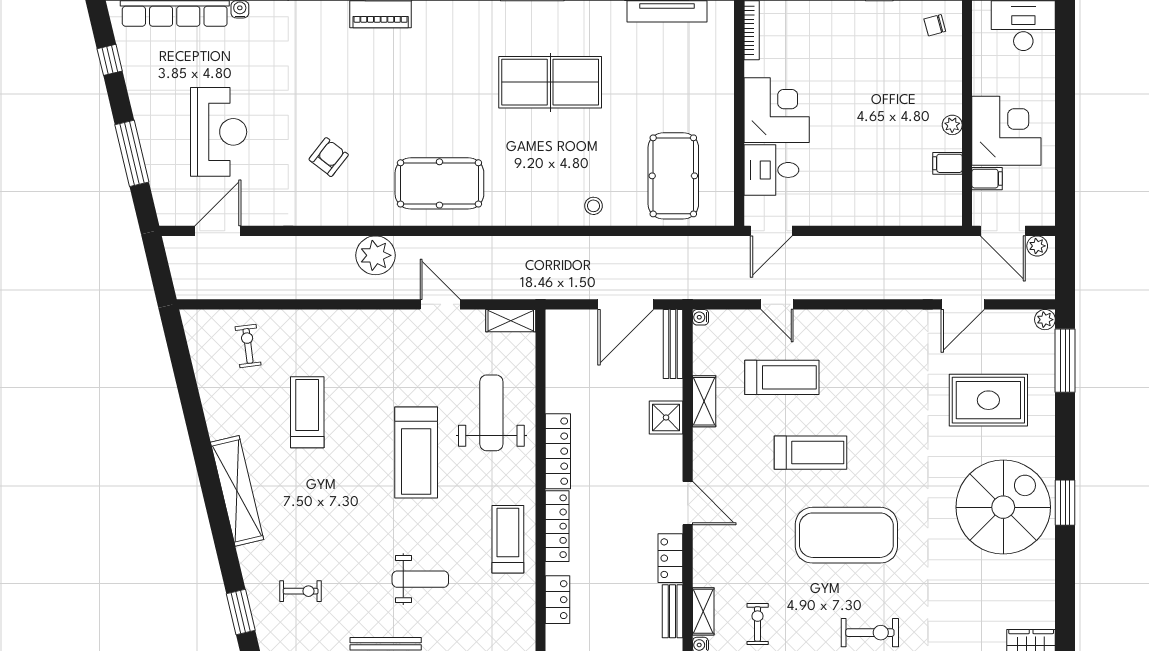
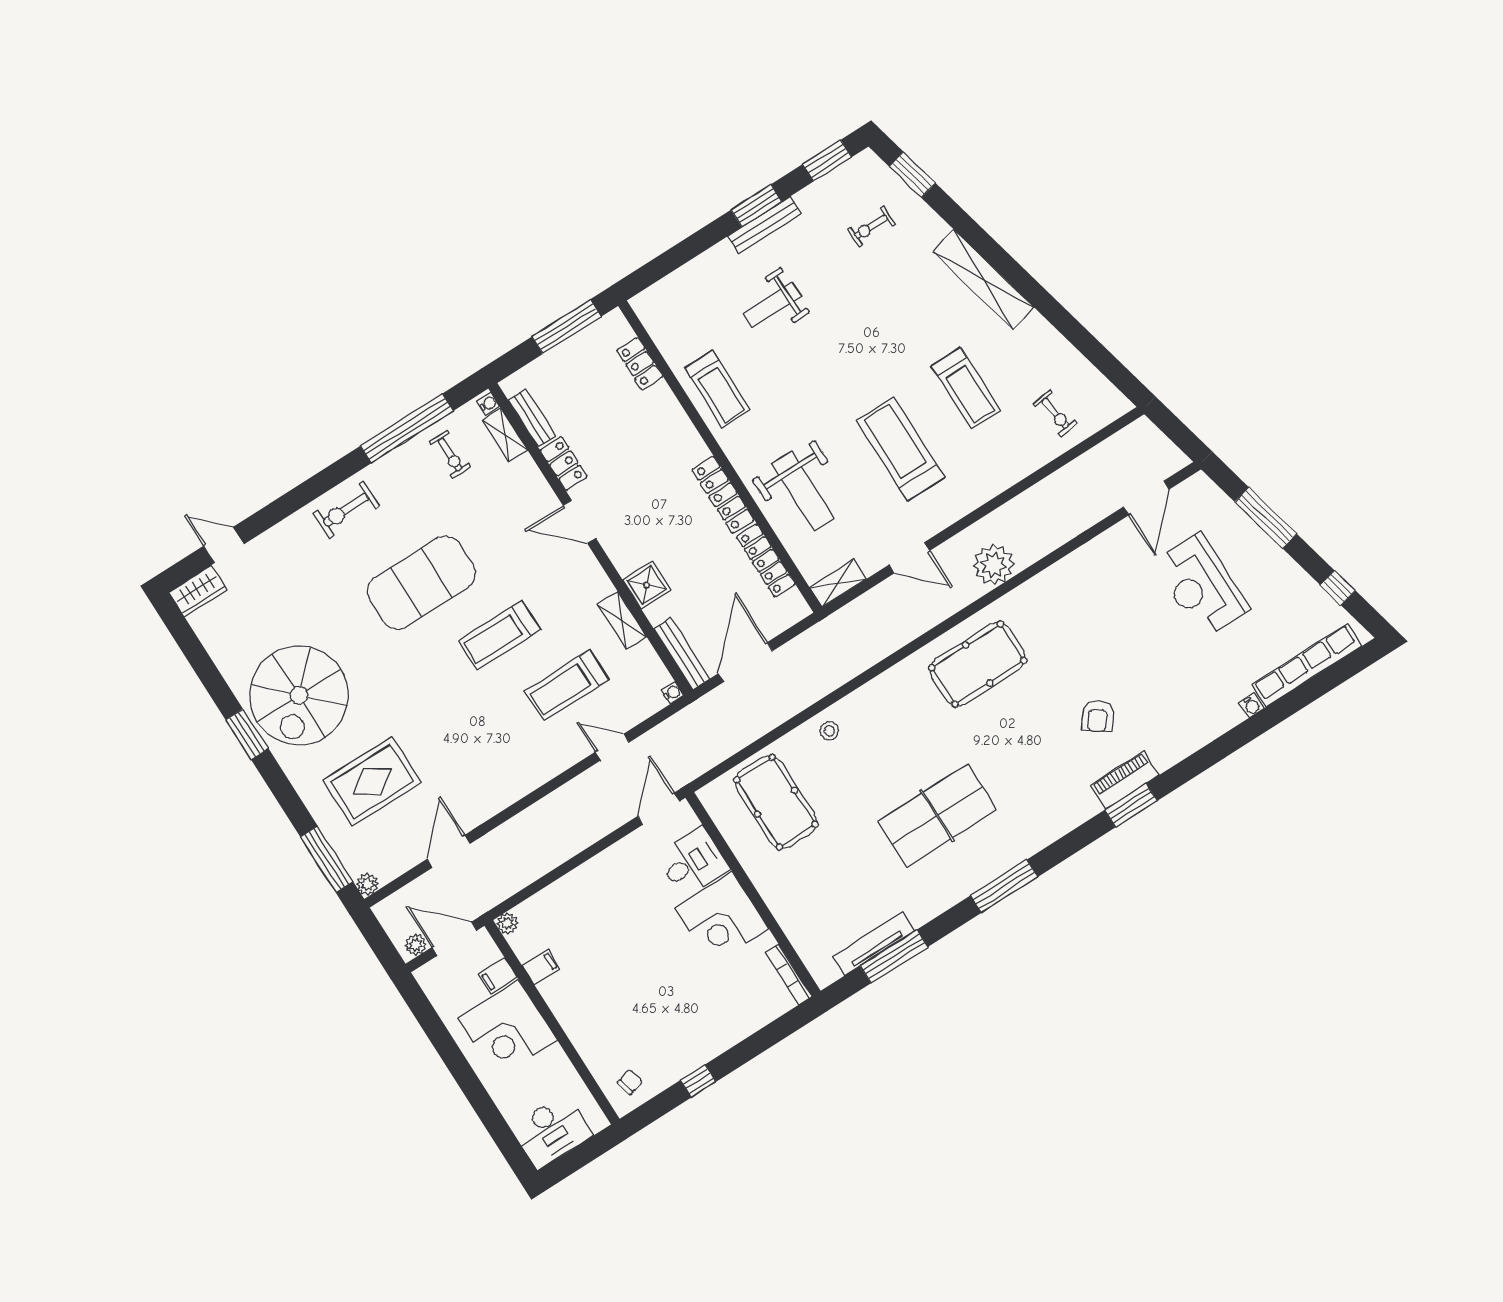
plant: (952, 125) -> (507, 923), moved
armchair: (329, 157) -> (1098, 716), moved
treadmill: (416, 452) -> (901, 449), moved
locker: (557, 526) -> (766, 560), moved

